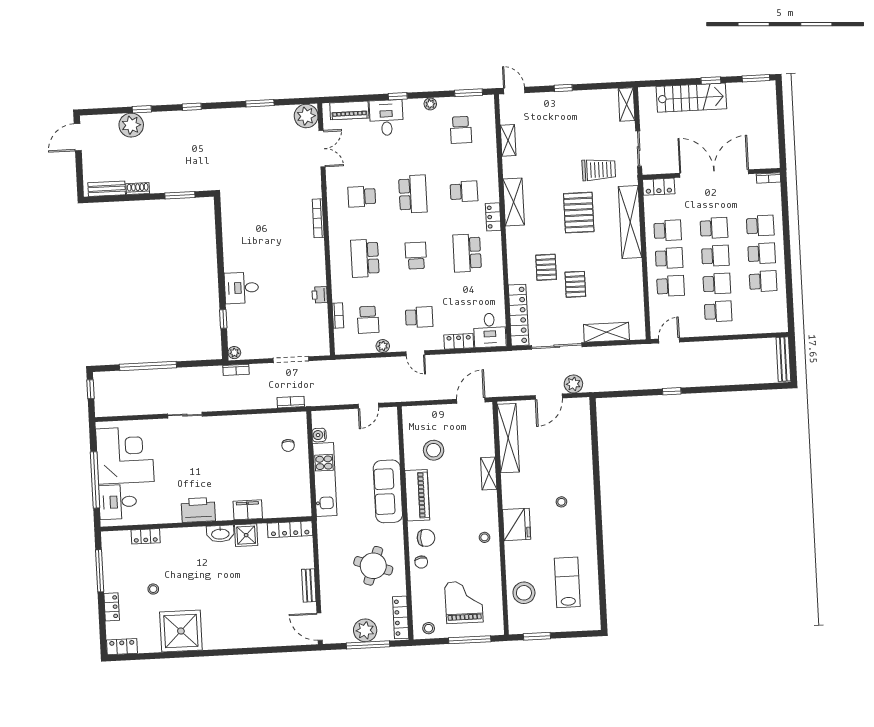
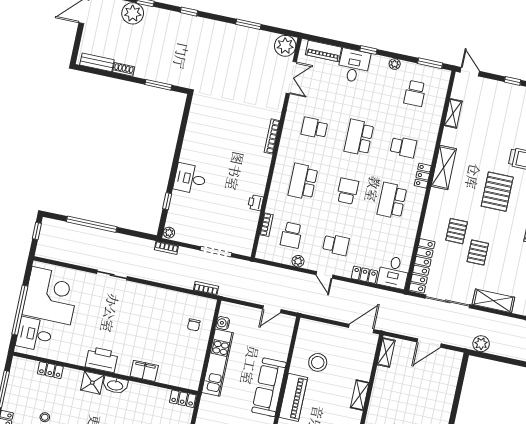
school desk: (413, 194) -> (359, 137), turned 180
plant: (573, 384) -> (481, 344), moved
shelving: (508, 438) -> (386, 353), width x0.45, depth x0.75
locker: (290, 529) -> (183, 399), width x0.66
shower: (246, 535) -> (92, 383), moved

